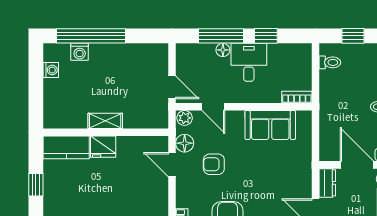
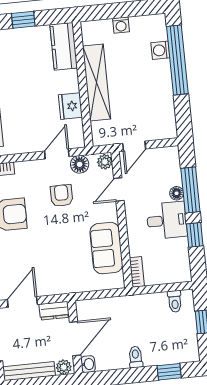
washing machine: (51, 70) -> (121, 25), moved
shelving: (105, 121) -> (97, 82), width x2.20, depth x1.33
fridge: (103, 147) -> (70, 106), moved

